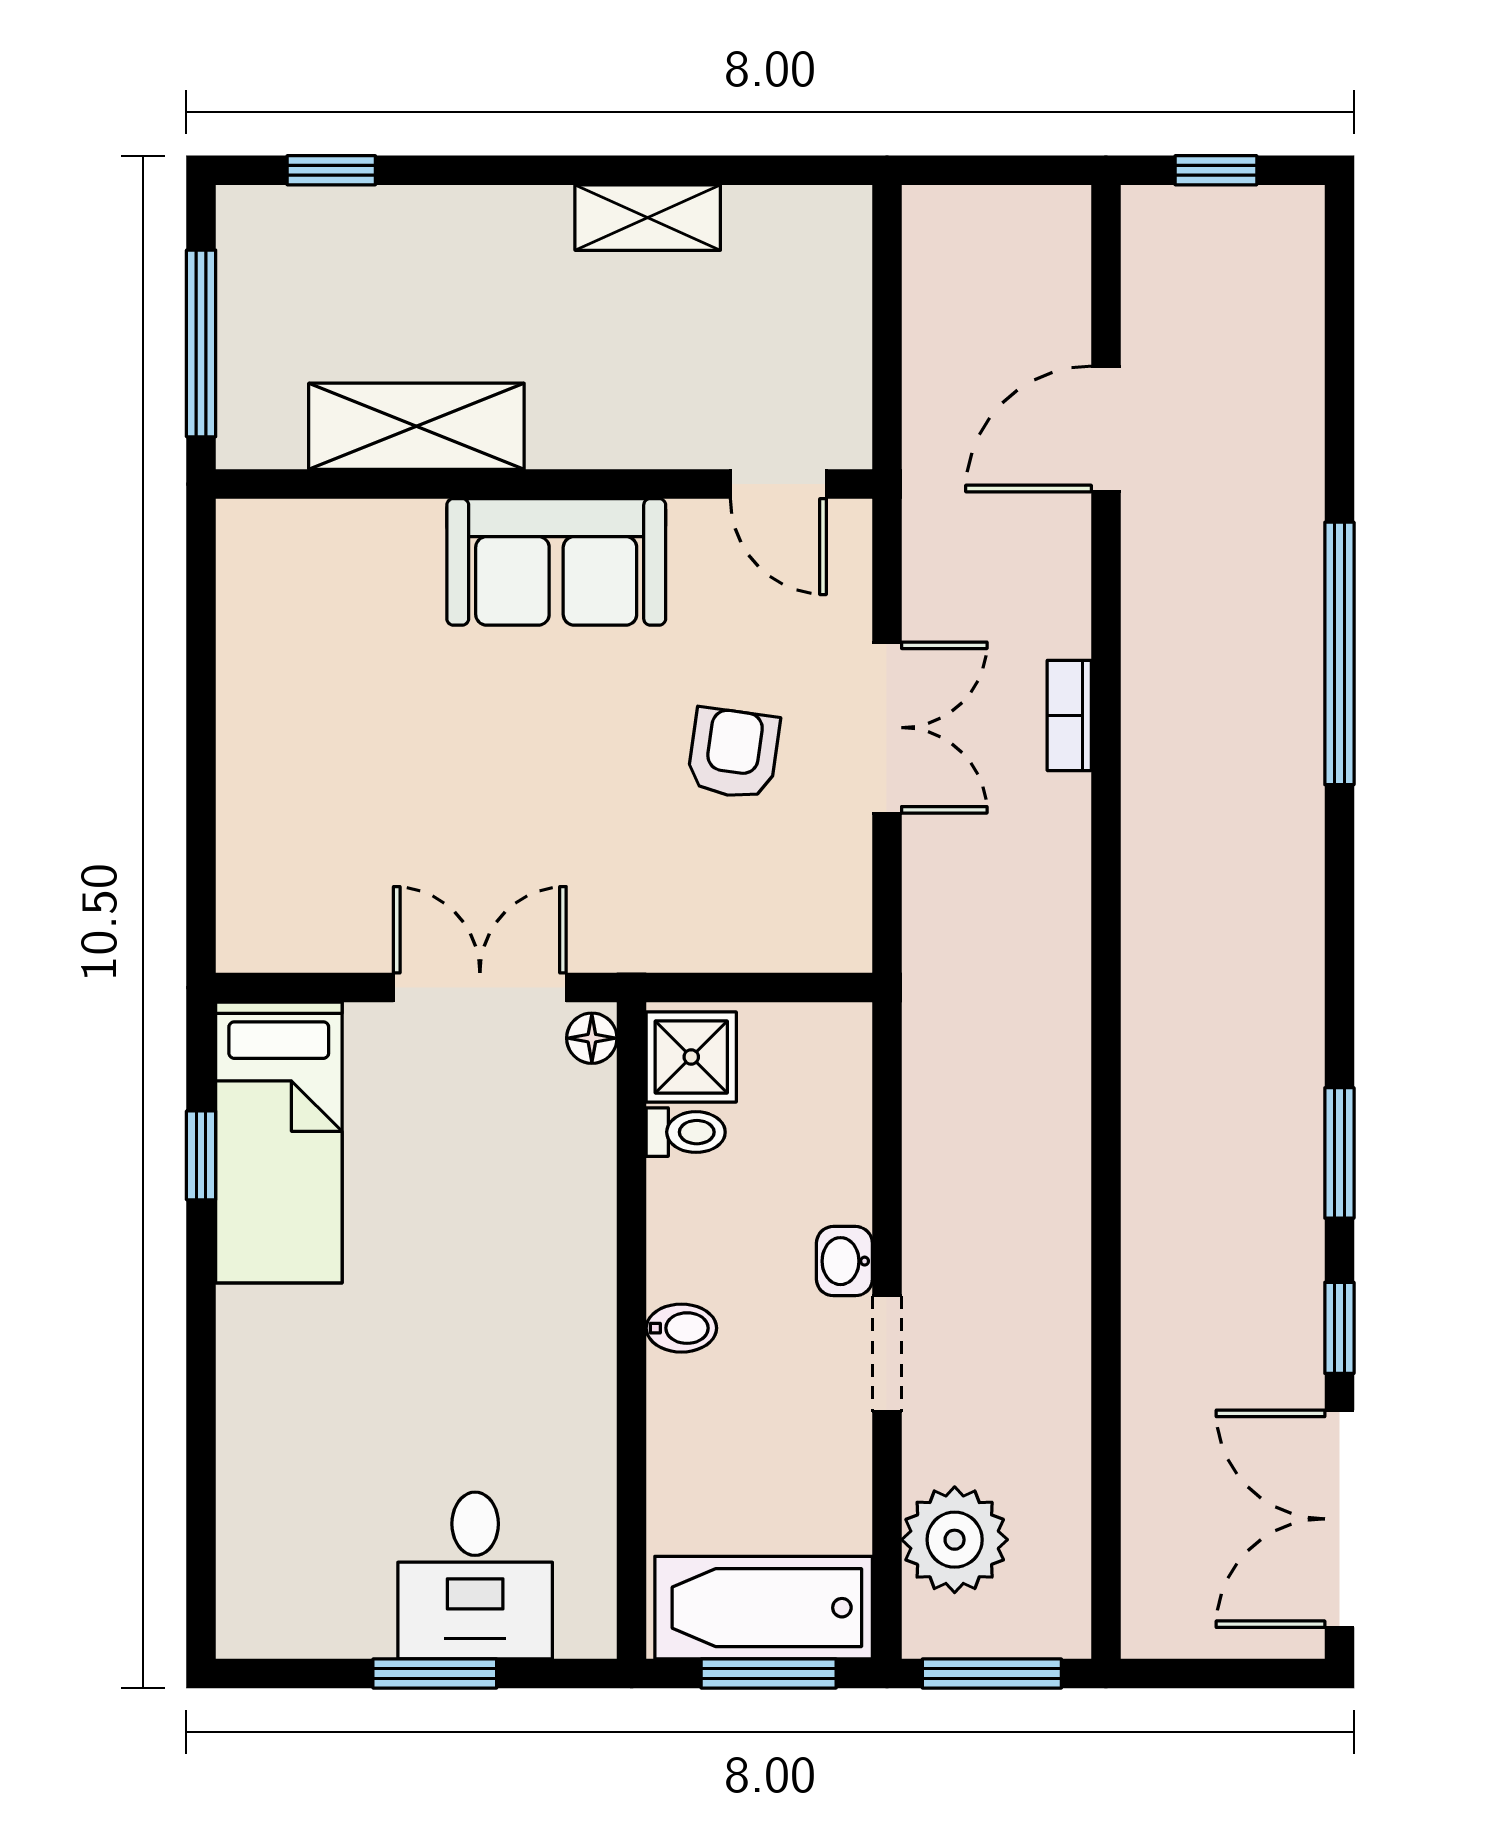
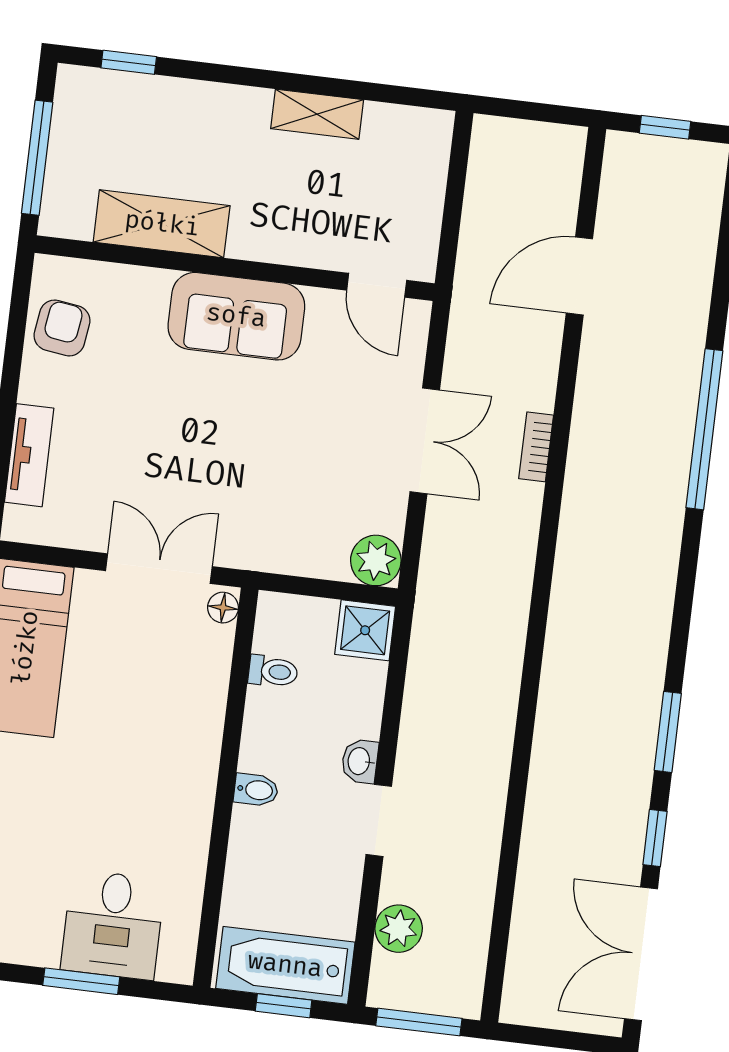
armchair: (733, 753) -> (62, 328), moved
tv unit: (247, 829) -> (29, 455), added
plant: (831, 932) -> (376, 560), added
shower: (691, 1057) -> (365, 630), moved
plant: (955, 1540) -> (399, 929), width x0.73, depth x0.73
window: (769, 1674) -> (284, 1006), width x0.67

